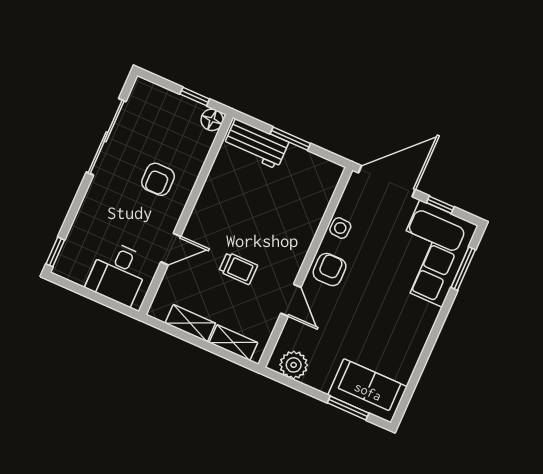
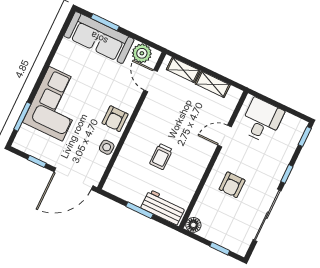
window: (195, 96) -> (220, 249), moved
armchair: (158, 179) -> (232, 185), turned 180
window: (79, 197) -> (287, 174), added
corner sofa: (431, 253) -> (56, 104), moved
trolley: (238, 268) -> (161, 157), moved, turned -90
door: (291, 300) -> (151, 81), moved
sofa: (368, 391) -> (99, 38), width x1.36

